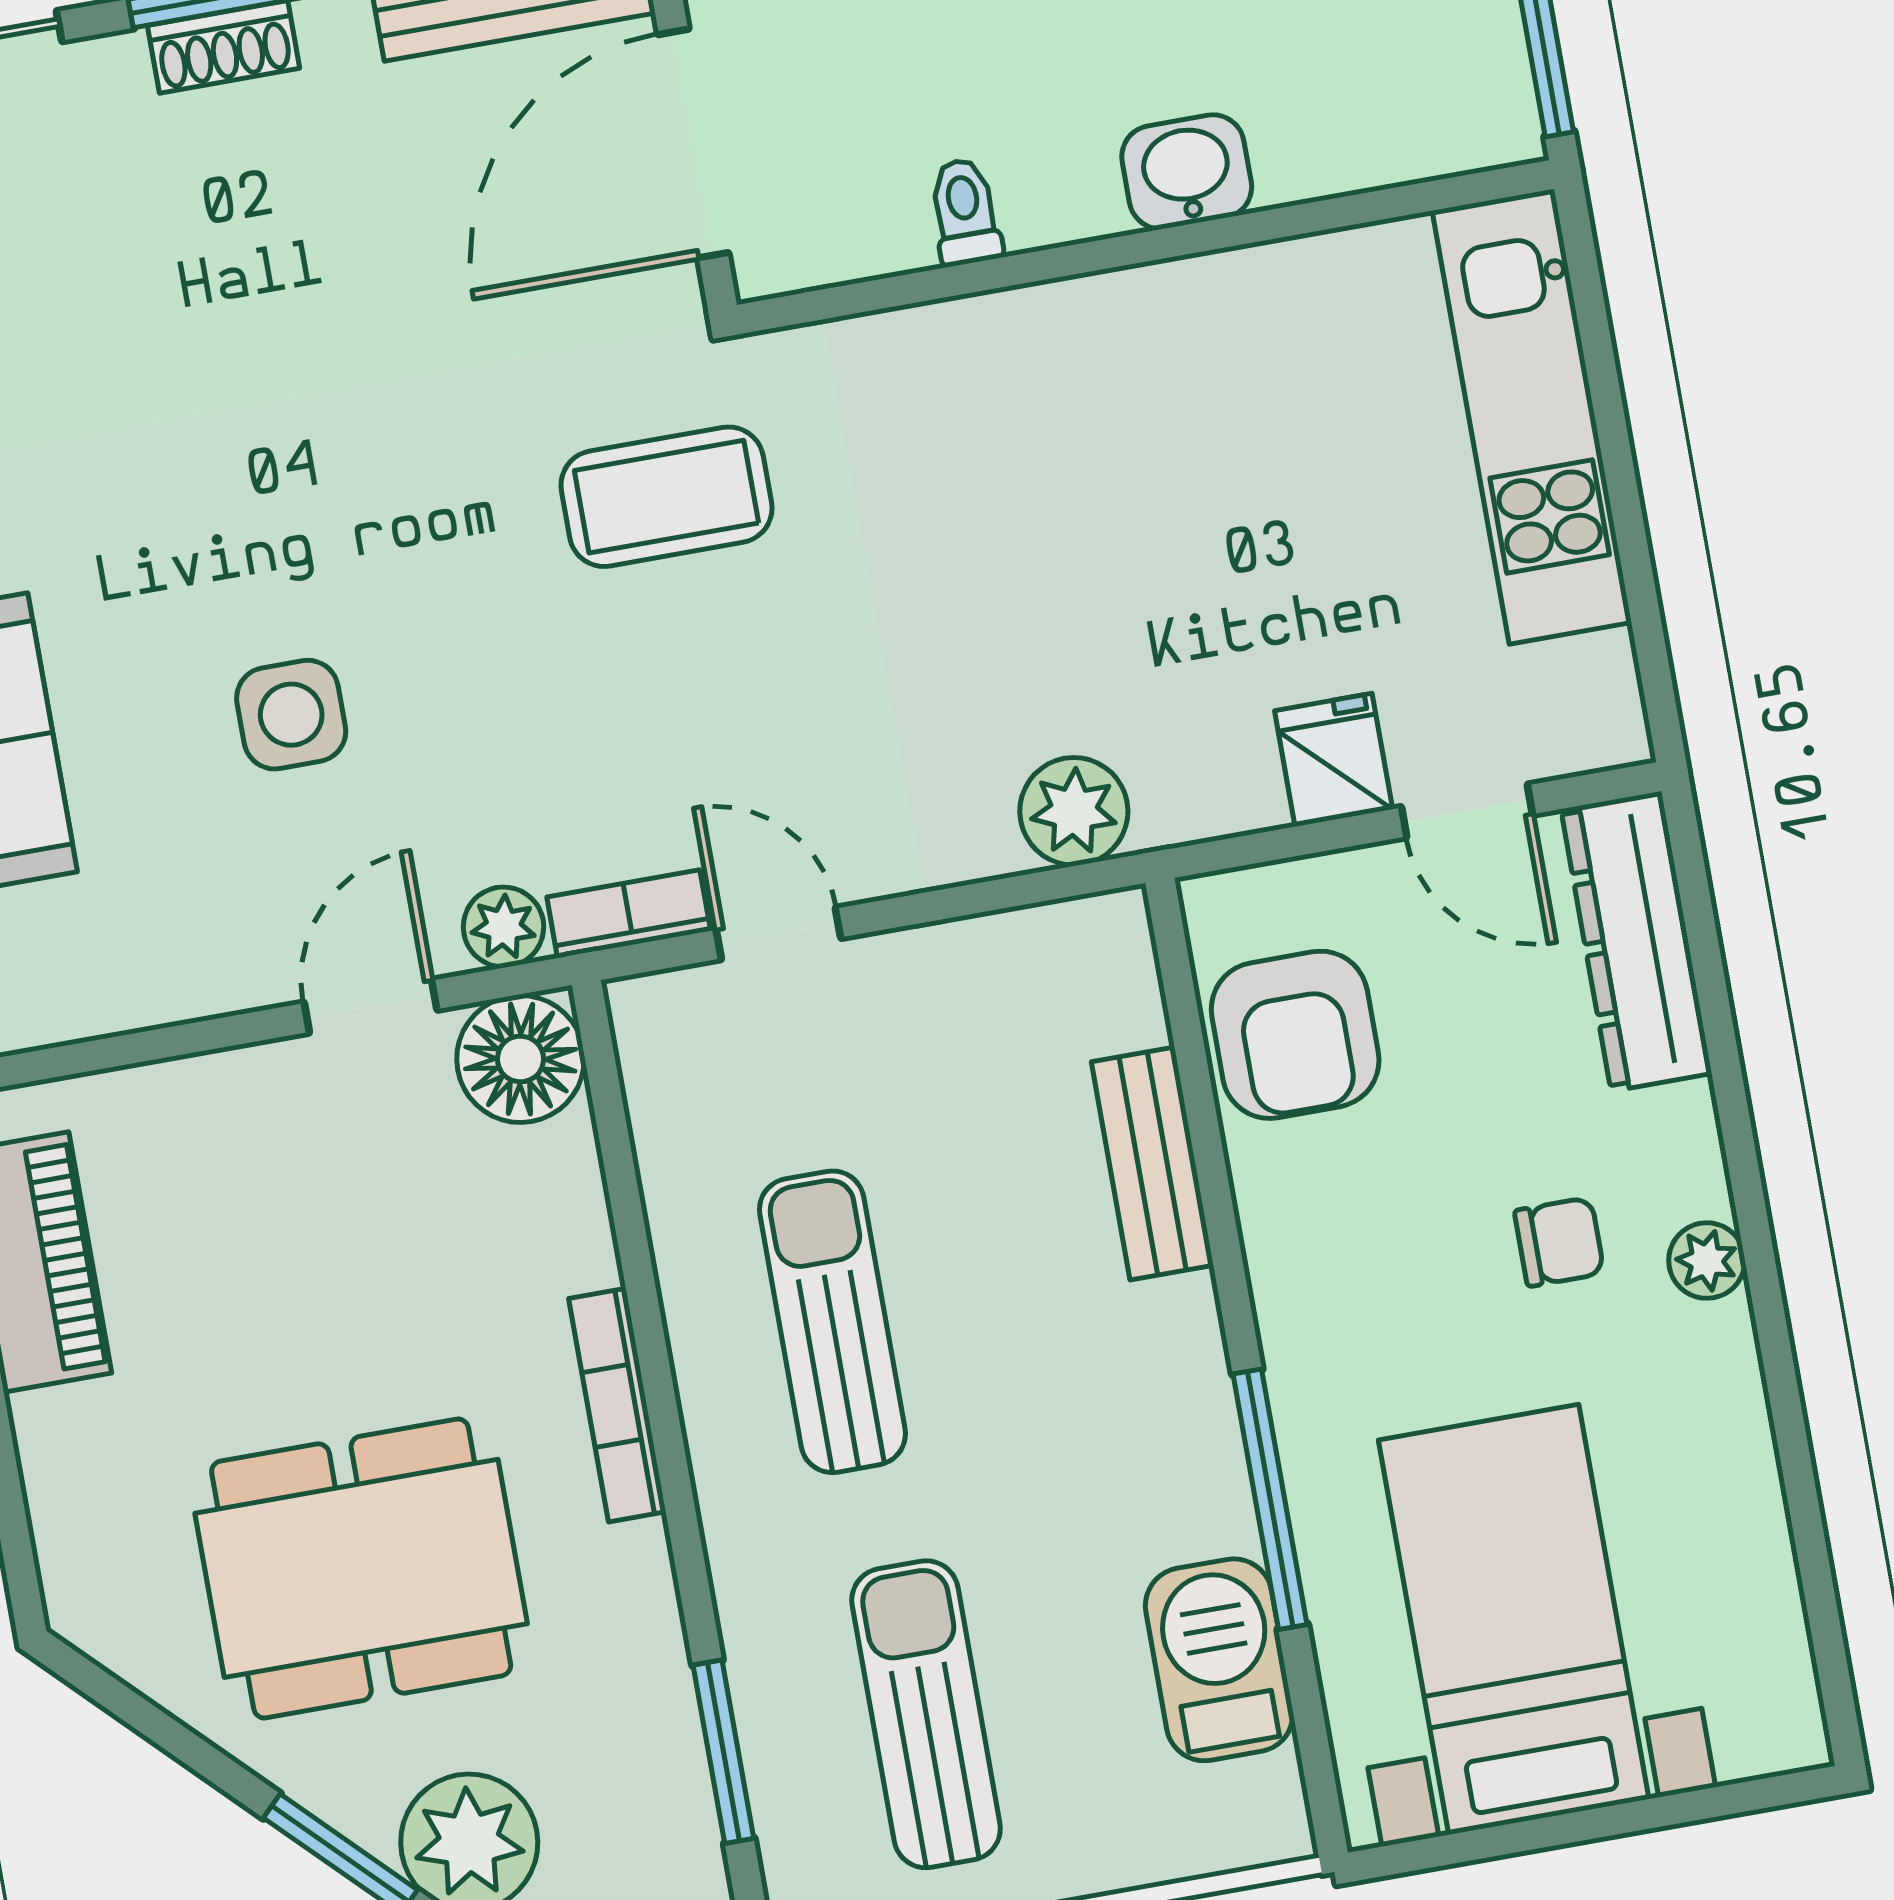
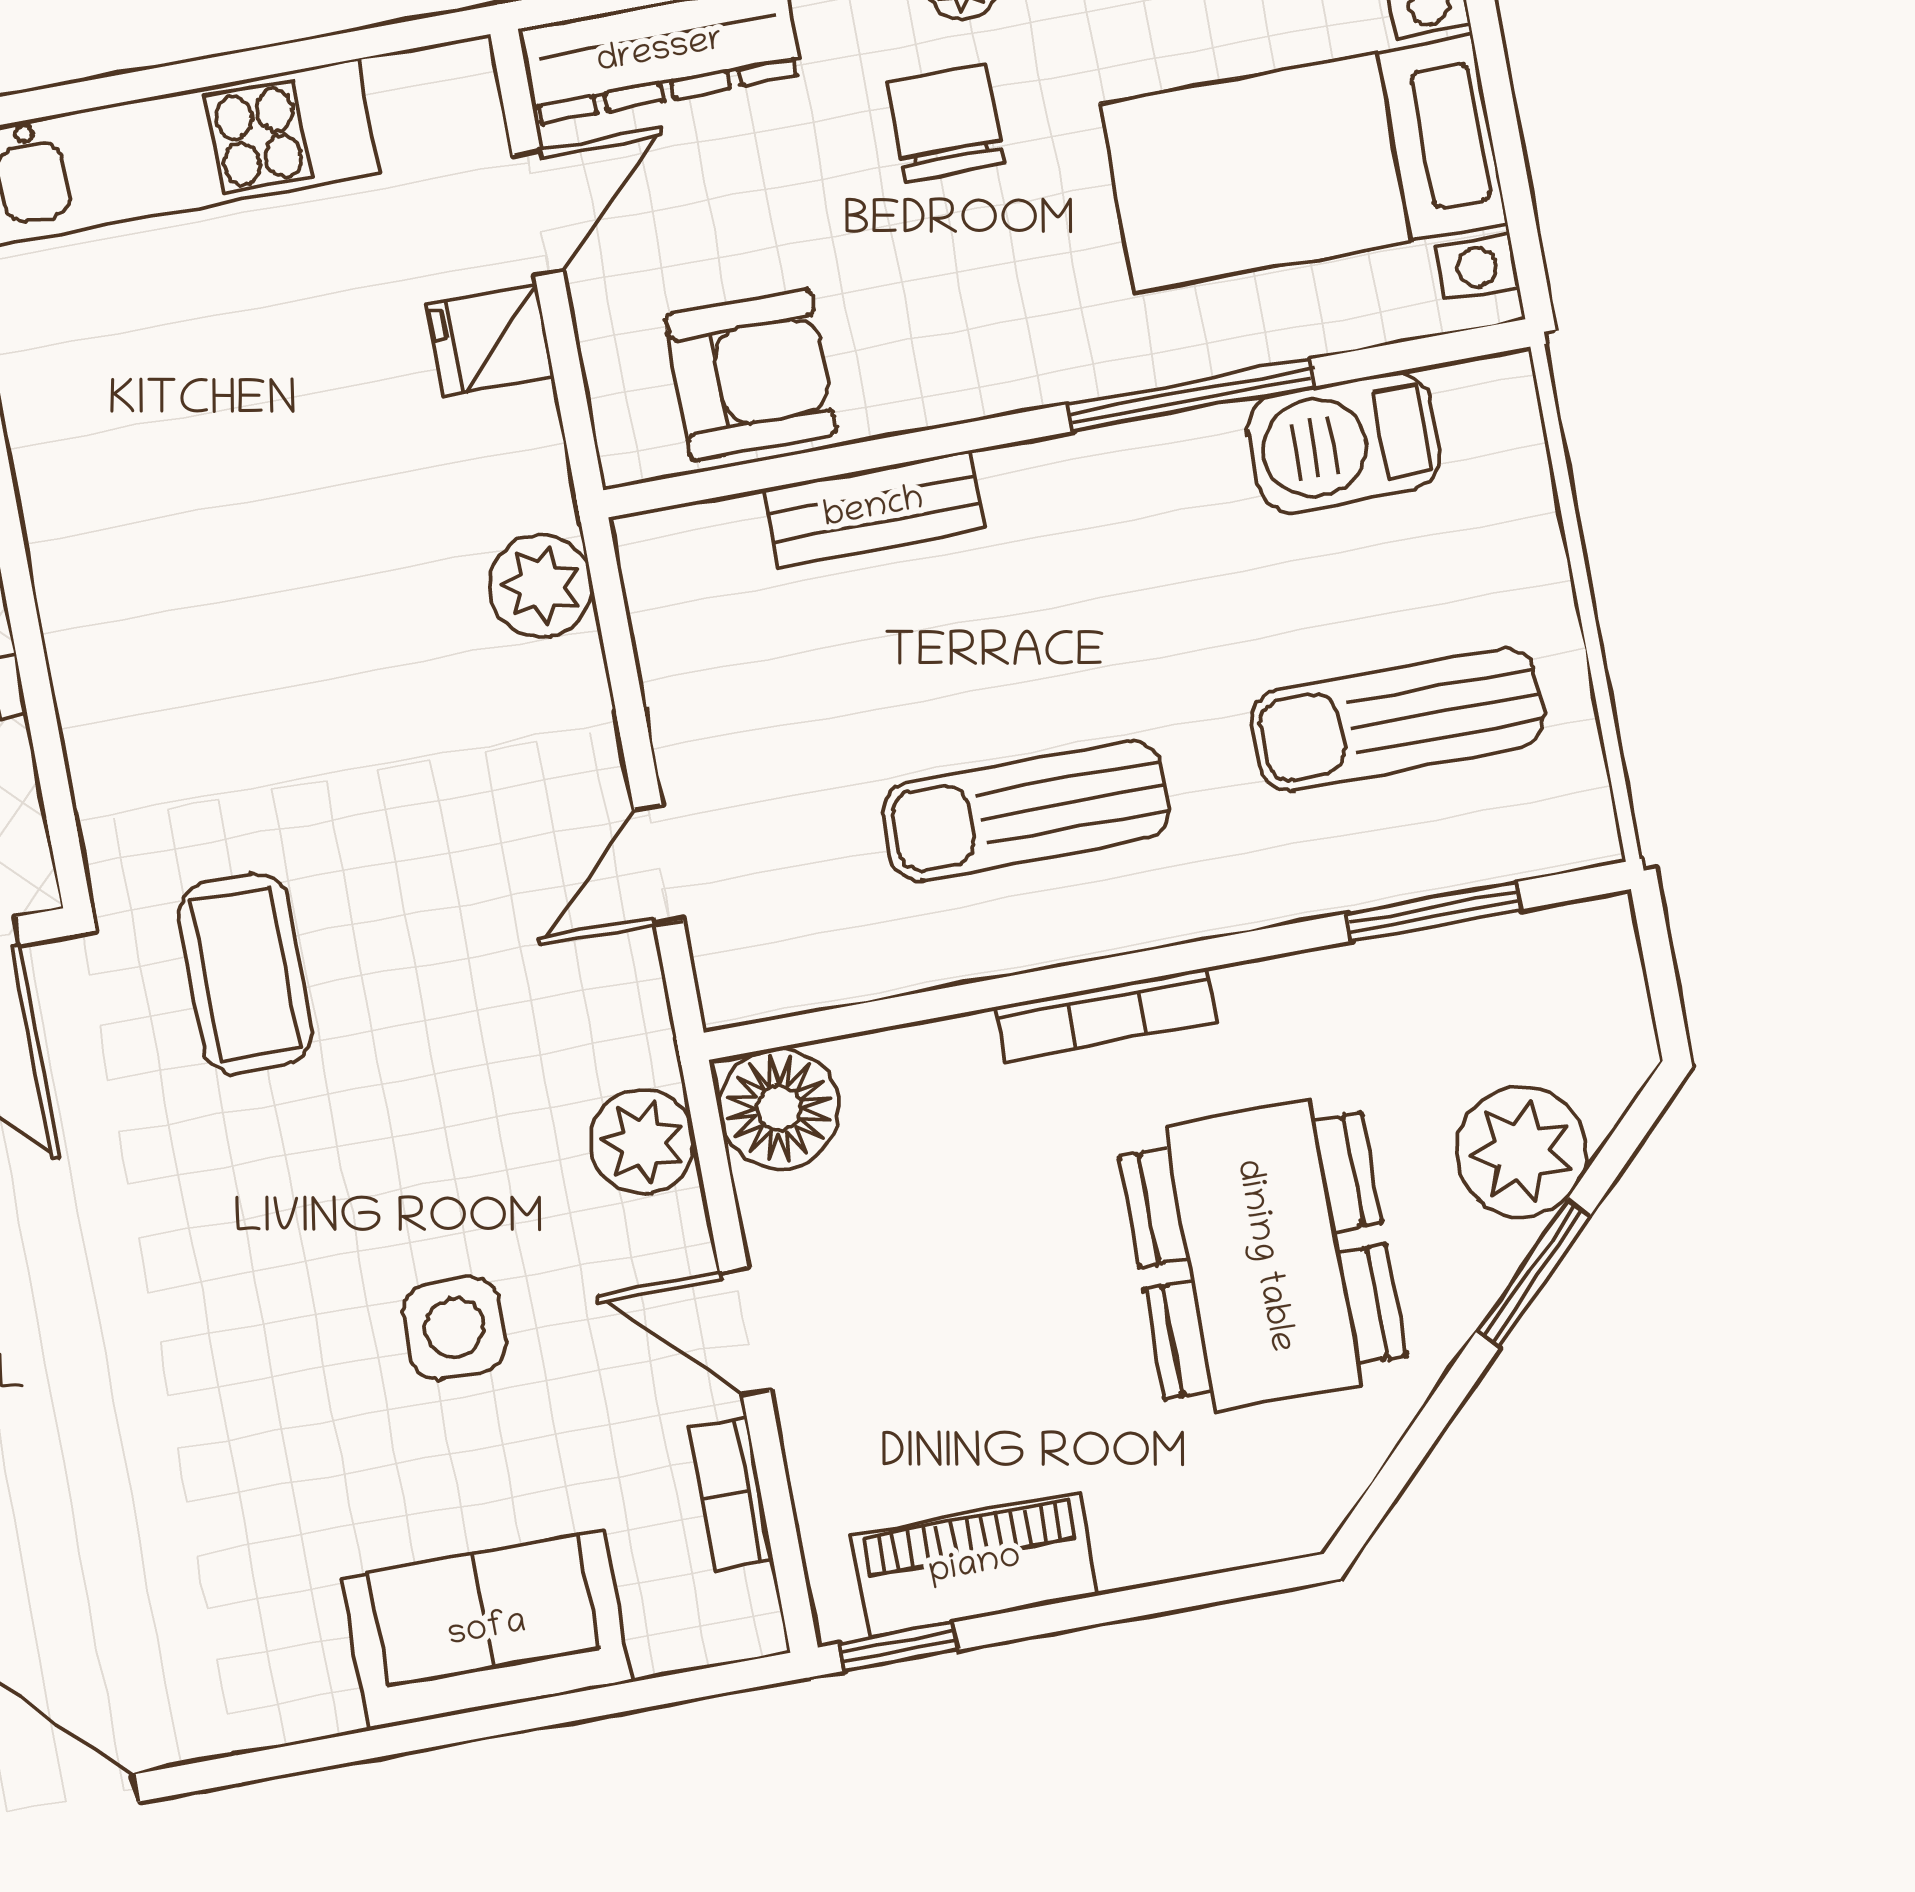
bookcase: (629, 914) -> (731, 1494), moved
plant: (504, 927) -> (643, 1142), width x1.38, depth x1.38
door: (371, 1006) -> (745, 1331), moved
chair: (1559, 1242) -> (946, 123), width x1.37, depth x1.37

